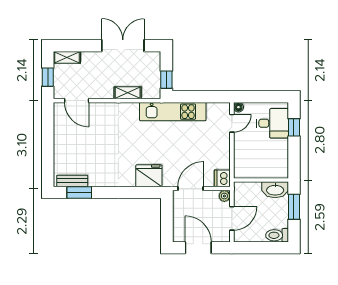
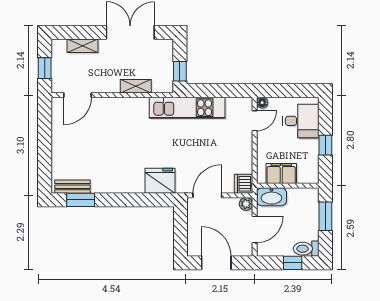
shelving: (67, 57) -> (82, 46), moved
door: (77, 101) -> (77, 95), hinge flipped
window: (294, 127) -> (325, 145), moved
filing cabinet: (255, 169) -> (281, 174), added
washbasin: (275, 190) -> (271, 197), moved
window: (265, 248) -> (293, 263), added

